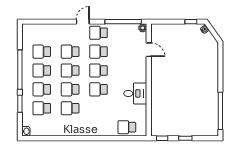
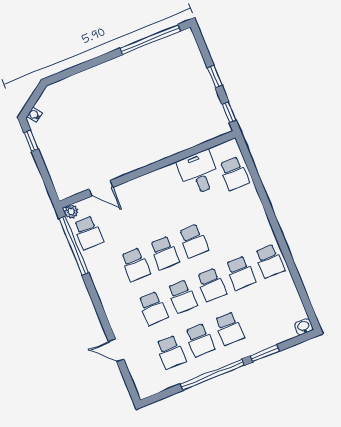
door: (83, 22) -> (116, 350), moved
school desk: (99, 33) -> (88, 233), moved
door: (149, 50) -> (101, 188), swing flipped
desk: (135, 93) -> (199, 173), moved
school desk: (42, 108) -> (270, 261), moved

